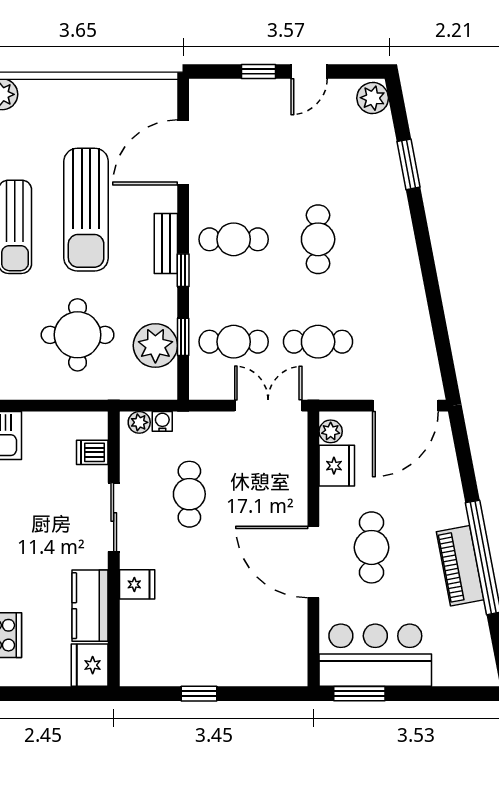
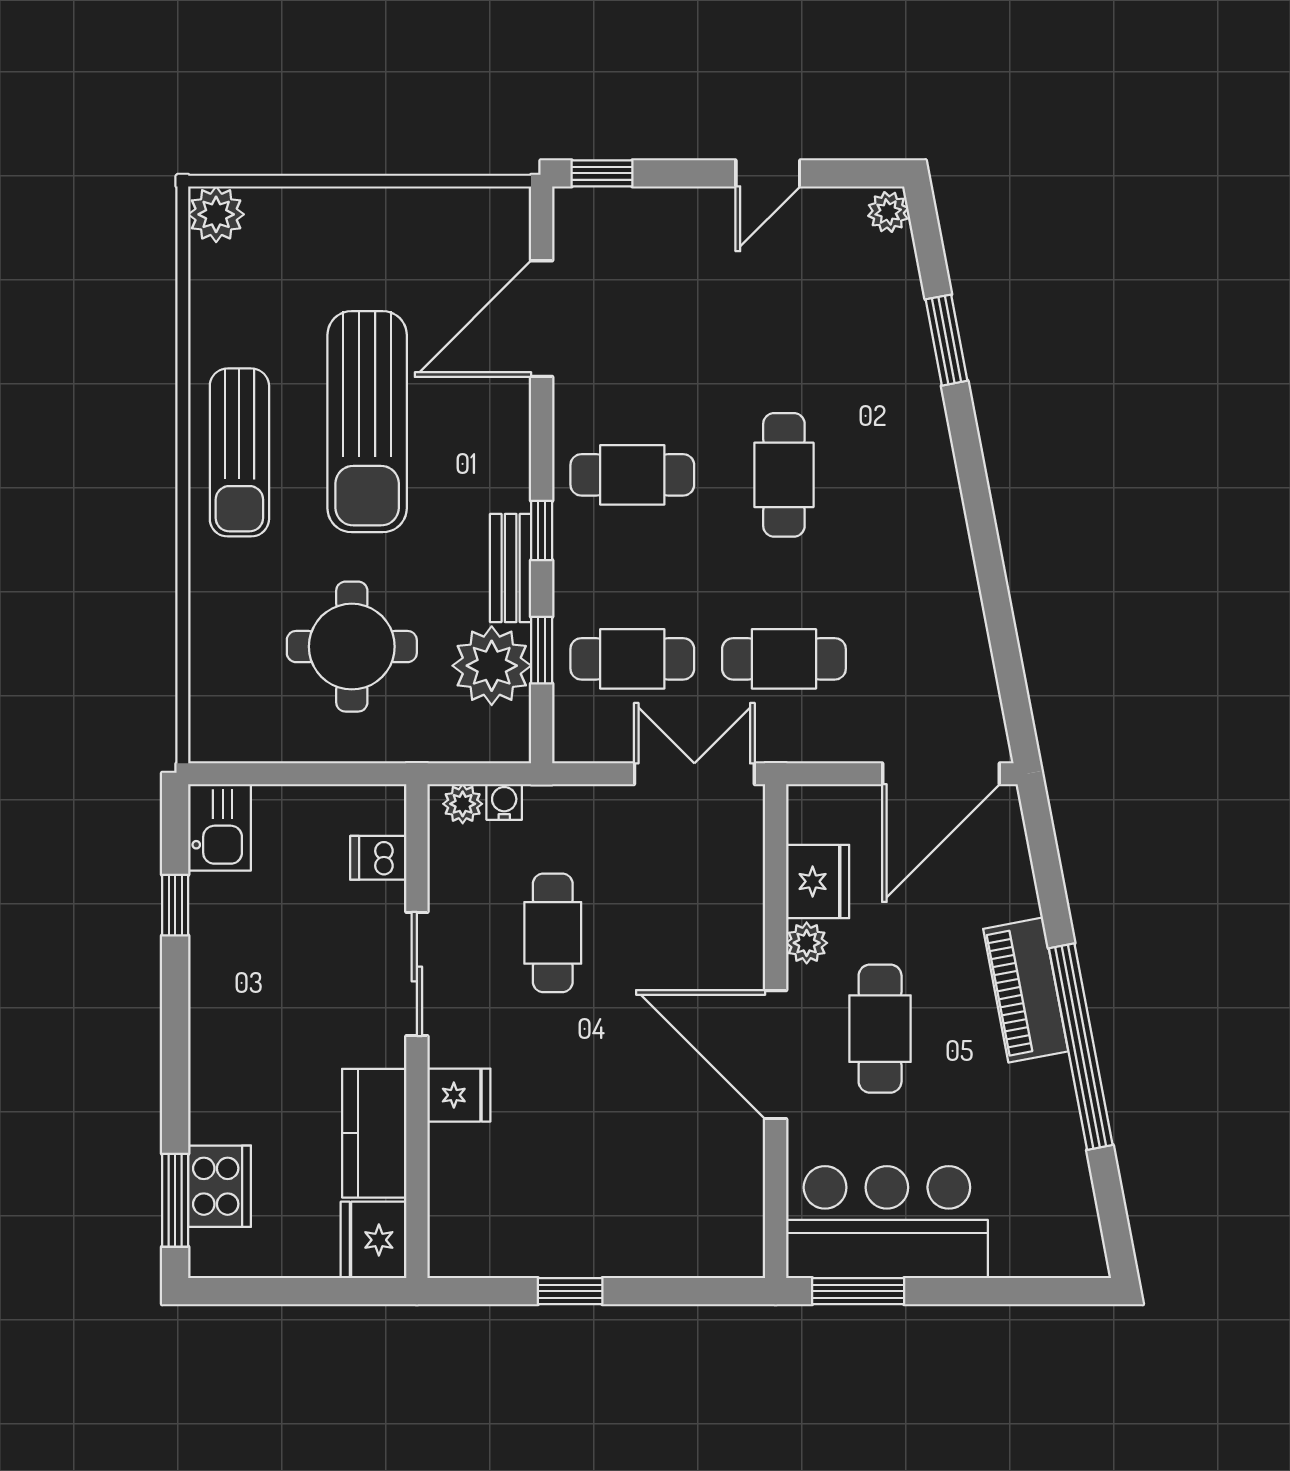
window: (259, 71) -> (602, 173), moved
plant: (373, 98) -> (888, 212), width x0.73, depth x0.73
bench: (166, 244) -> (511, 568), moved
plant: (331, 431) -> (807, 943), moved
piano: (460, 566) -> (1026, 990), moved

